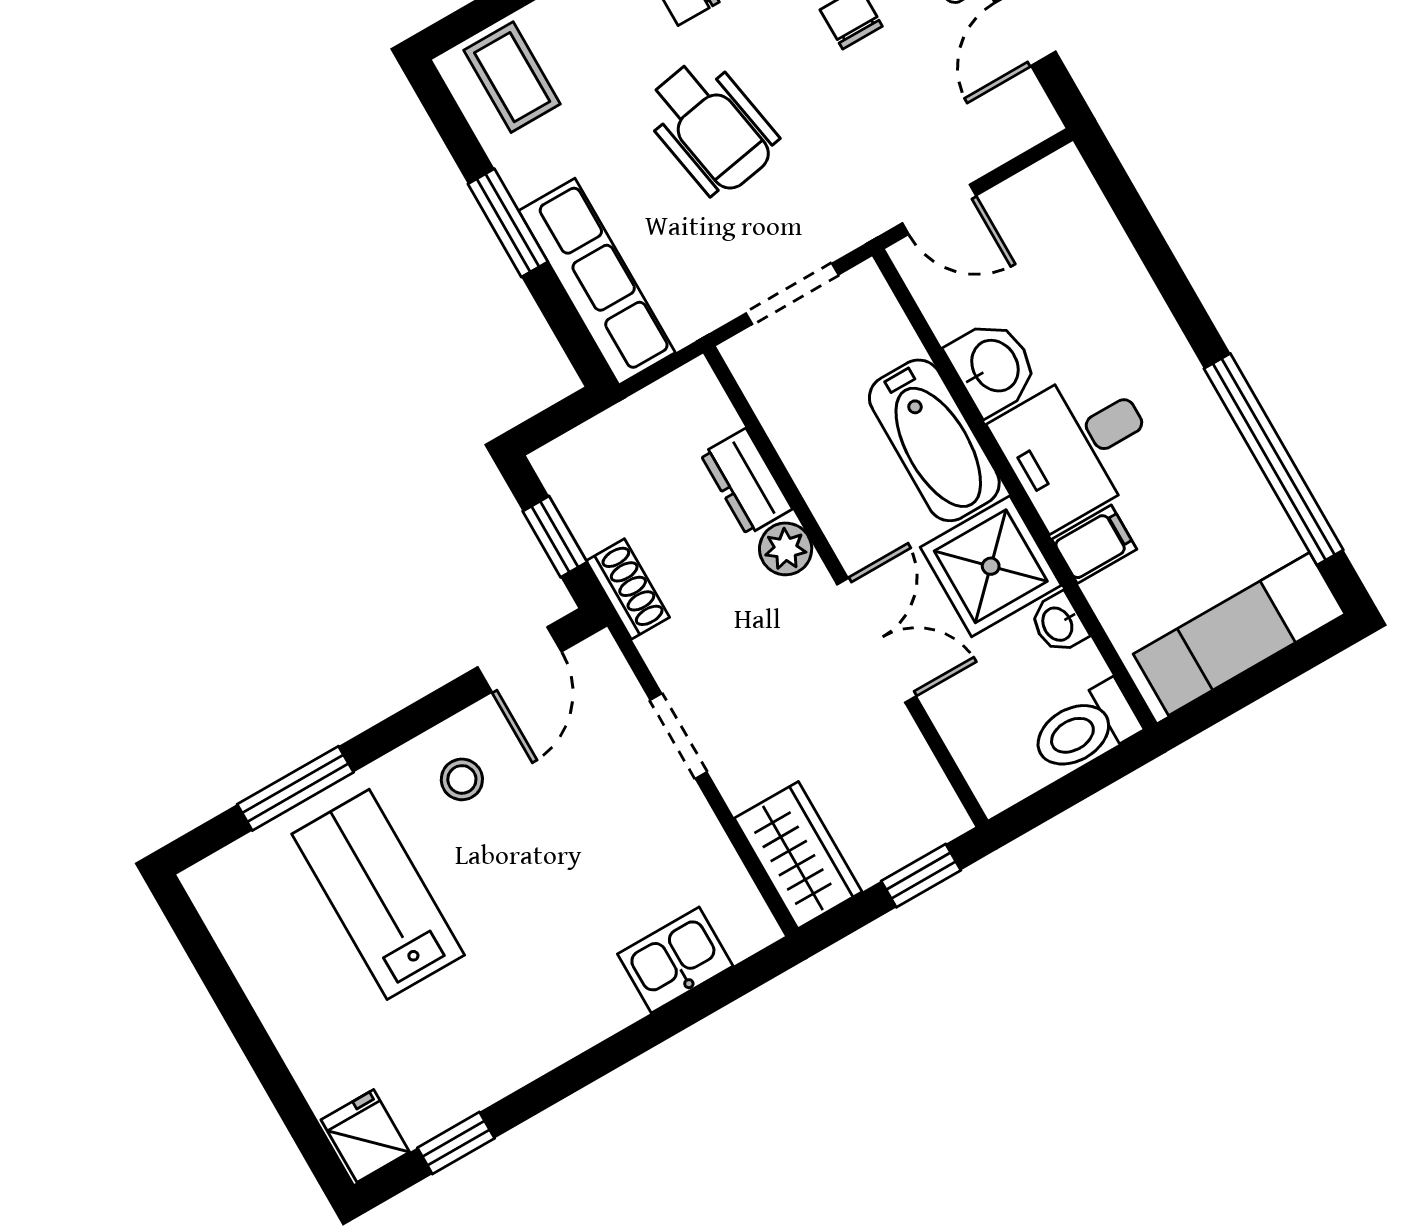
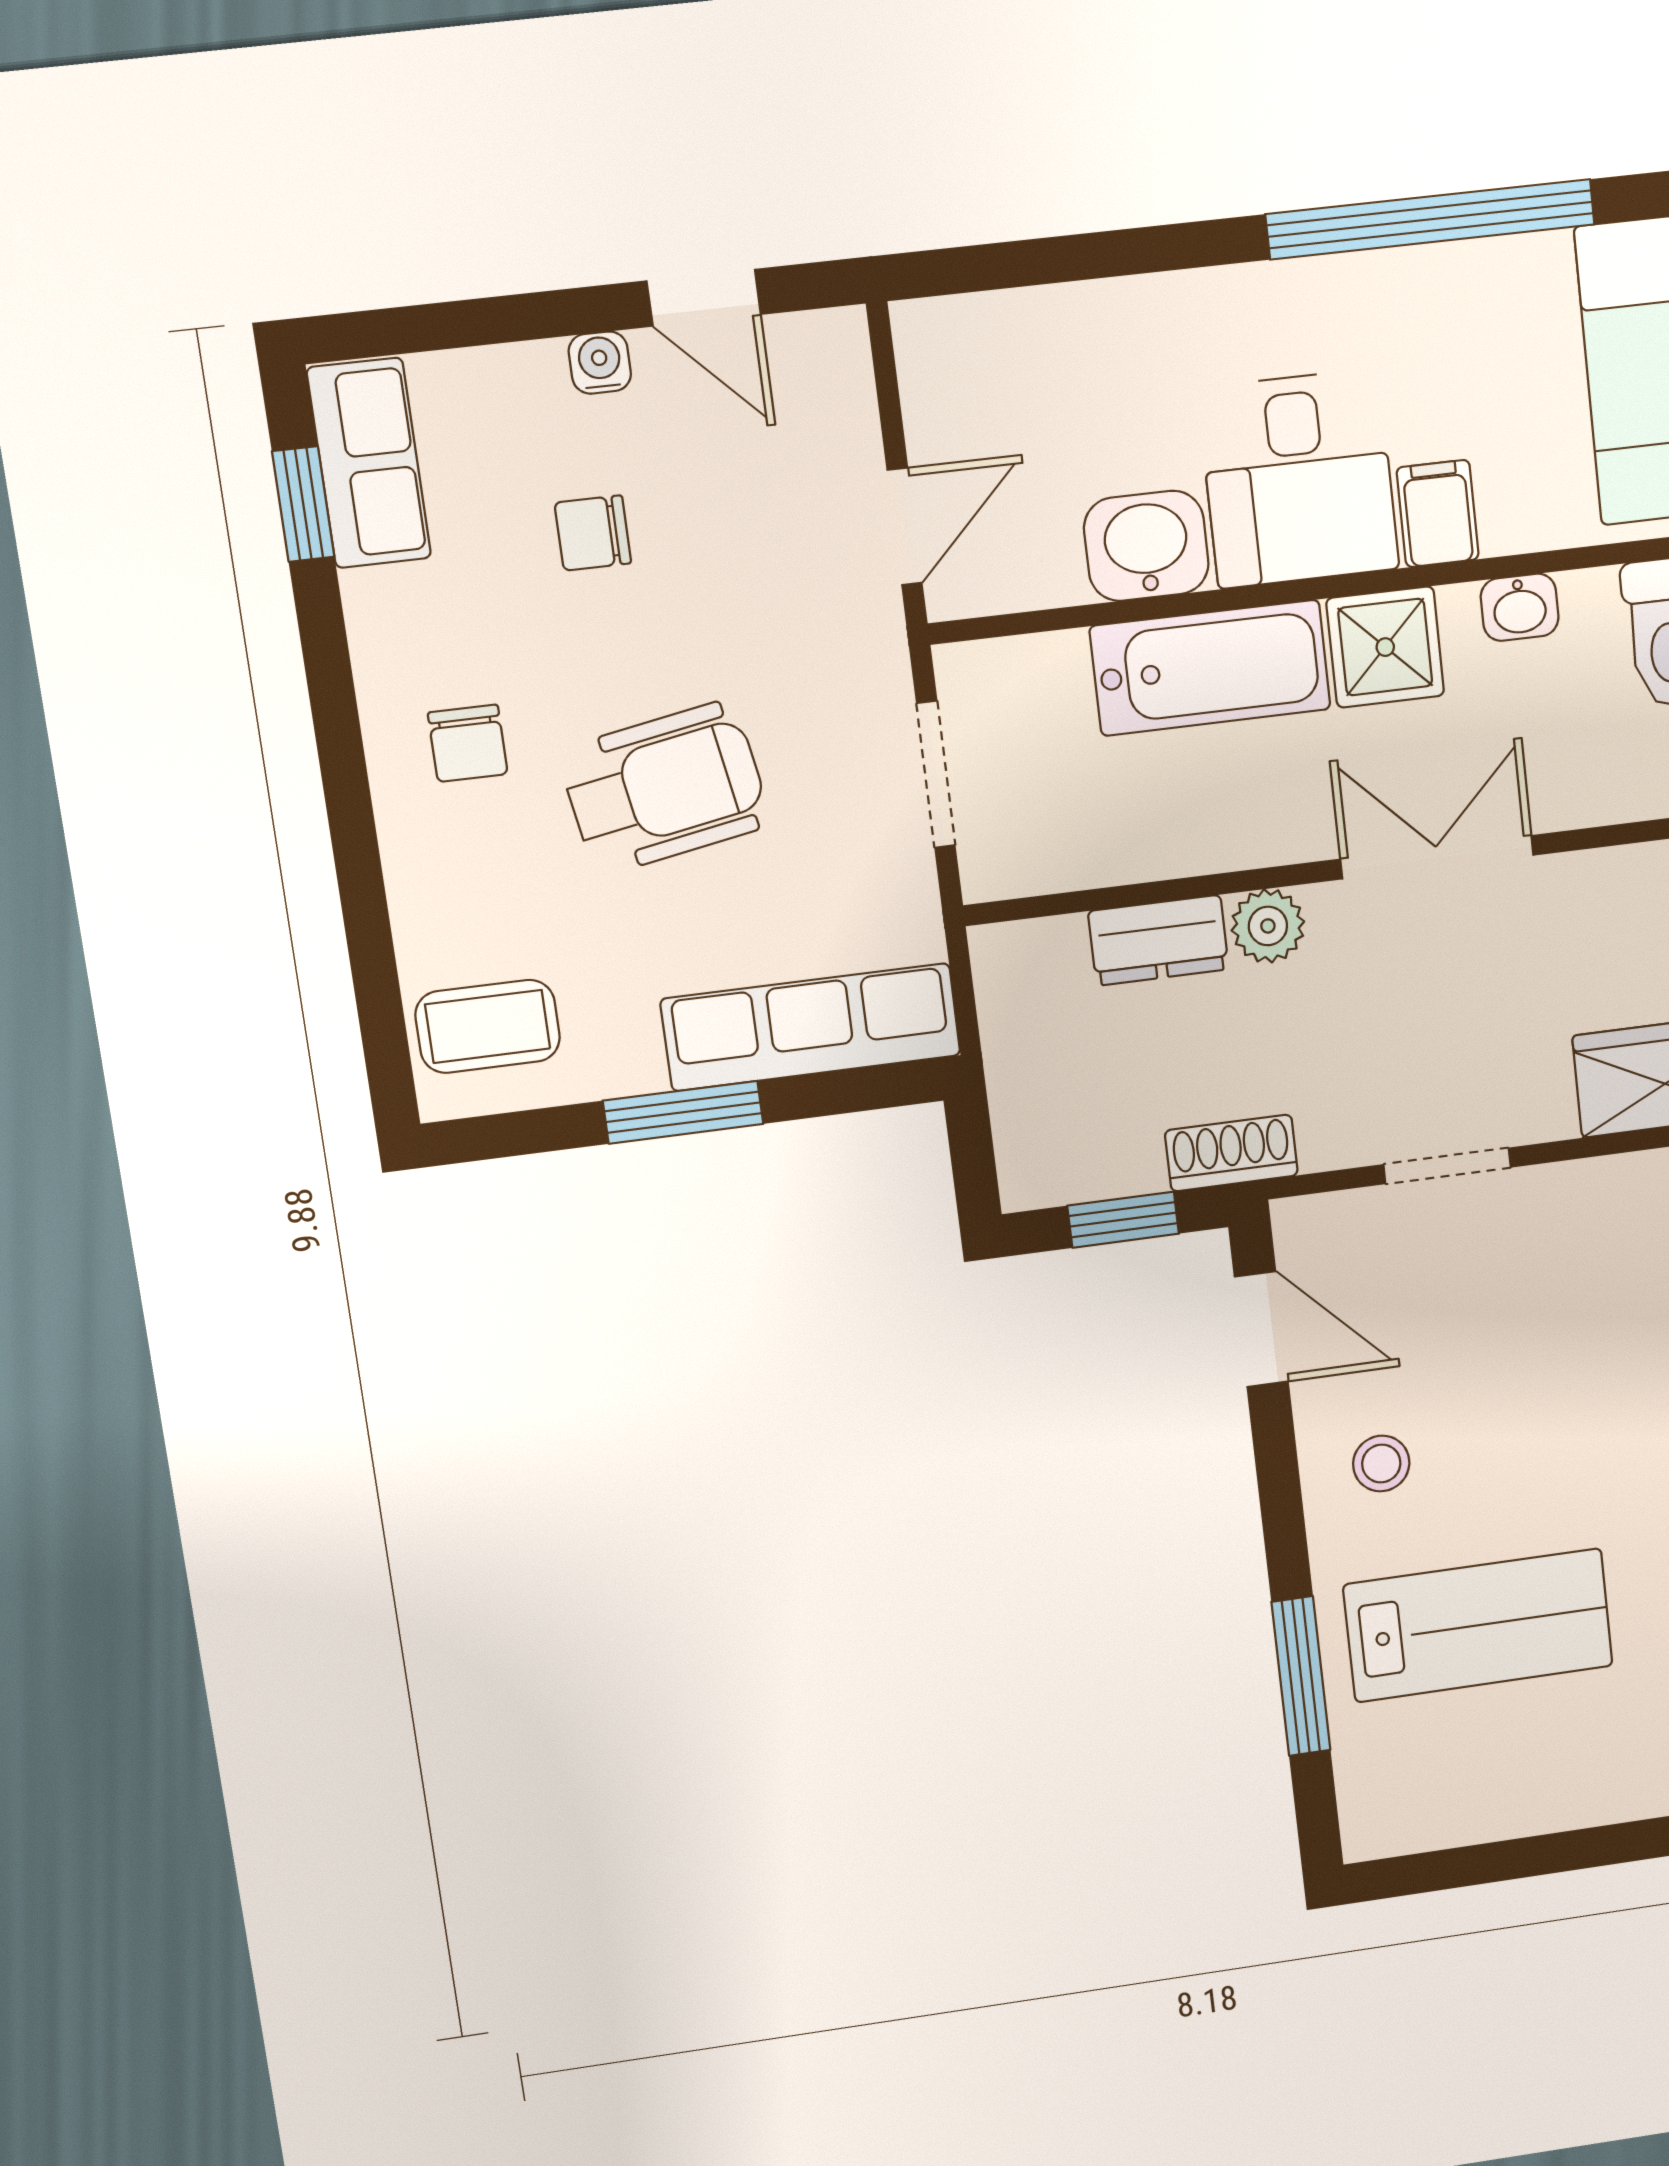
shower: (991, 566) -> (1385, 647), width x0.73, depth x0.73
lab bench: (378, 894) -> (1478, 1625), turned 180

